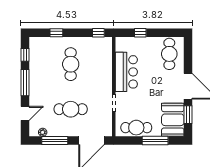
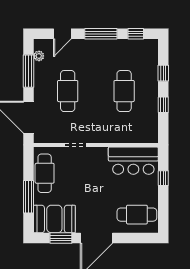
window: (98, 33) -> (163, 105), moved
cafe table: (71, 64) -> (124, 91), turned 90
bar counter: (126, 72) -> (133, 161), moved
door: (25, 113) -> (62, 34), hinge flipped

